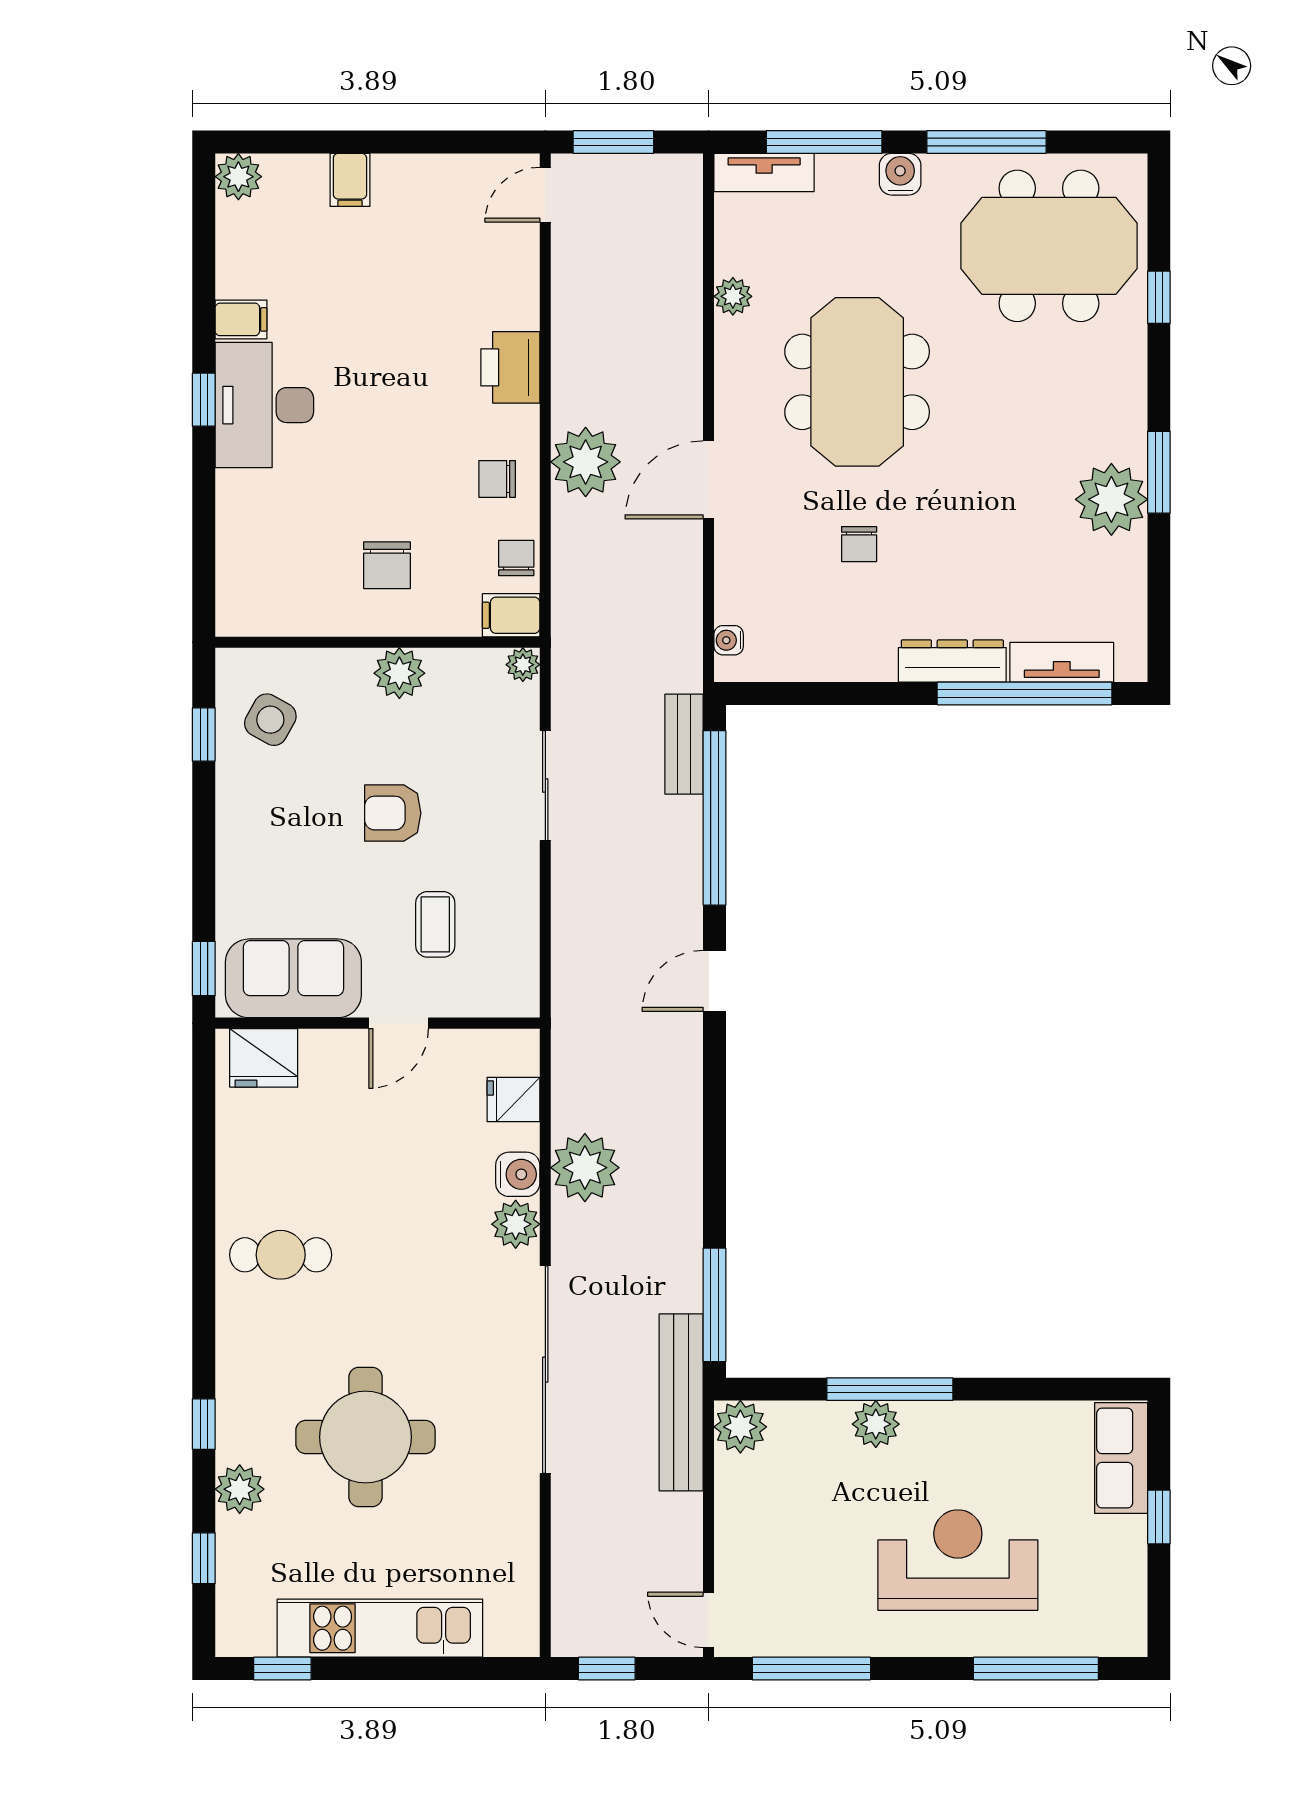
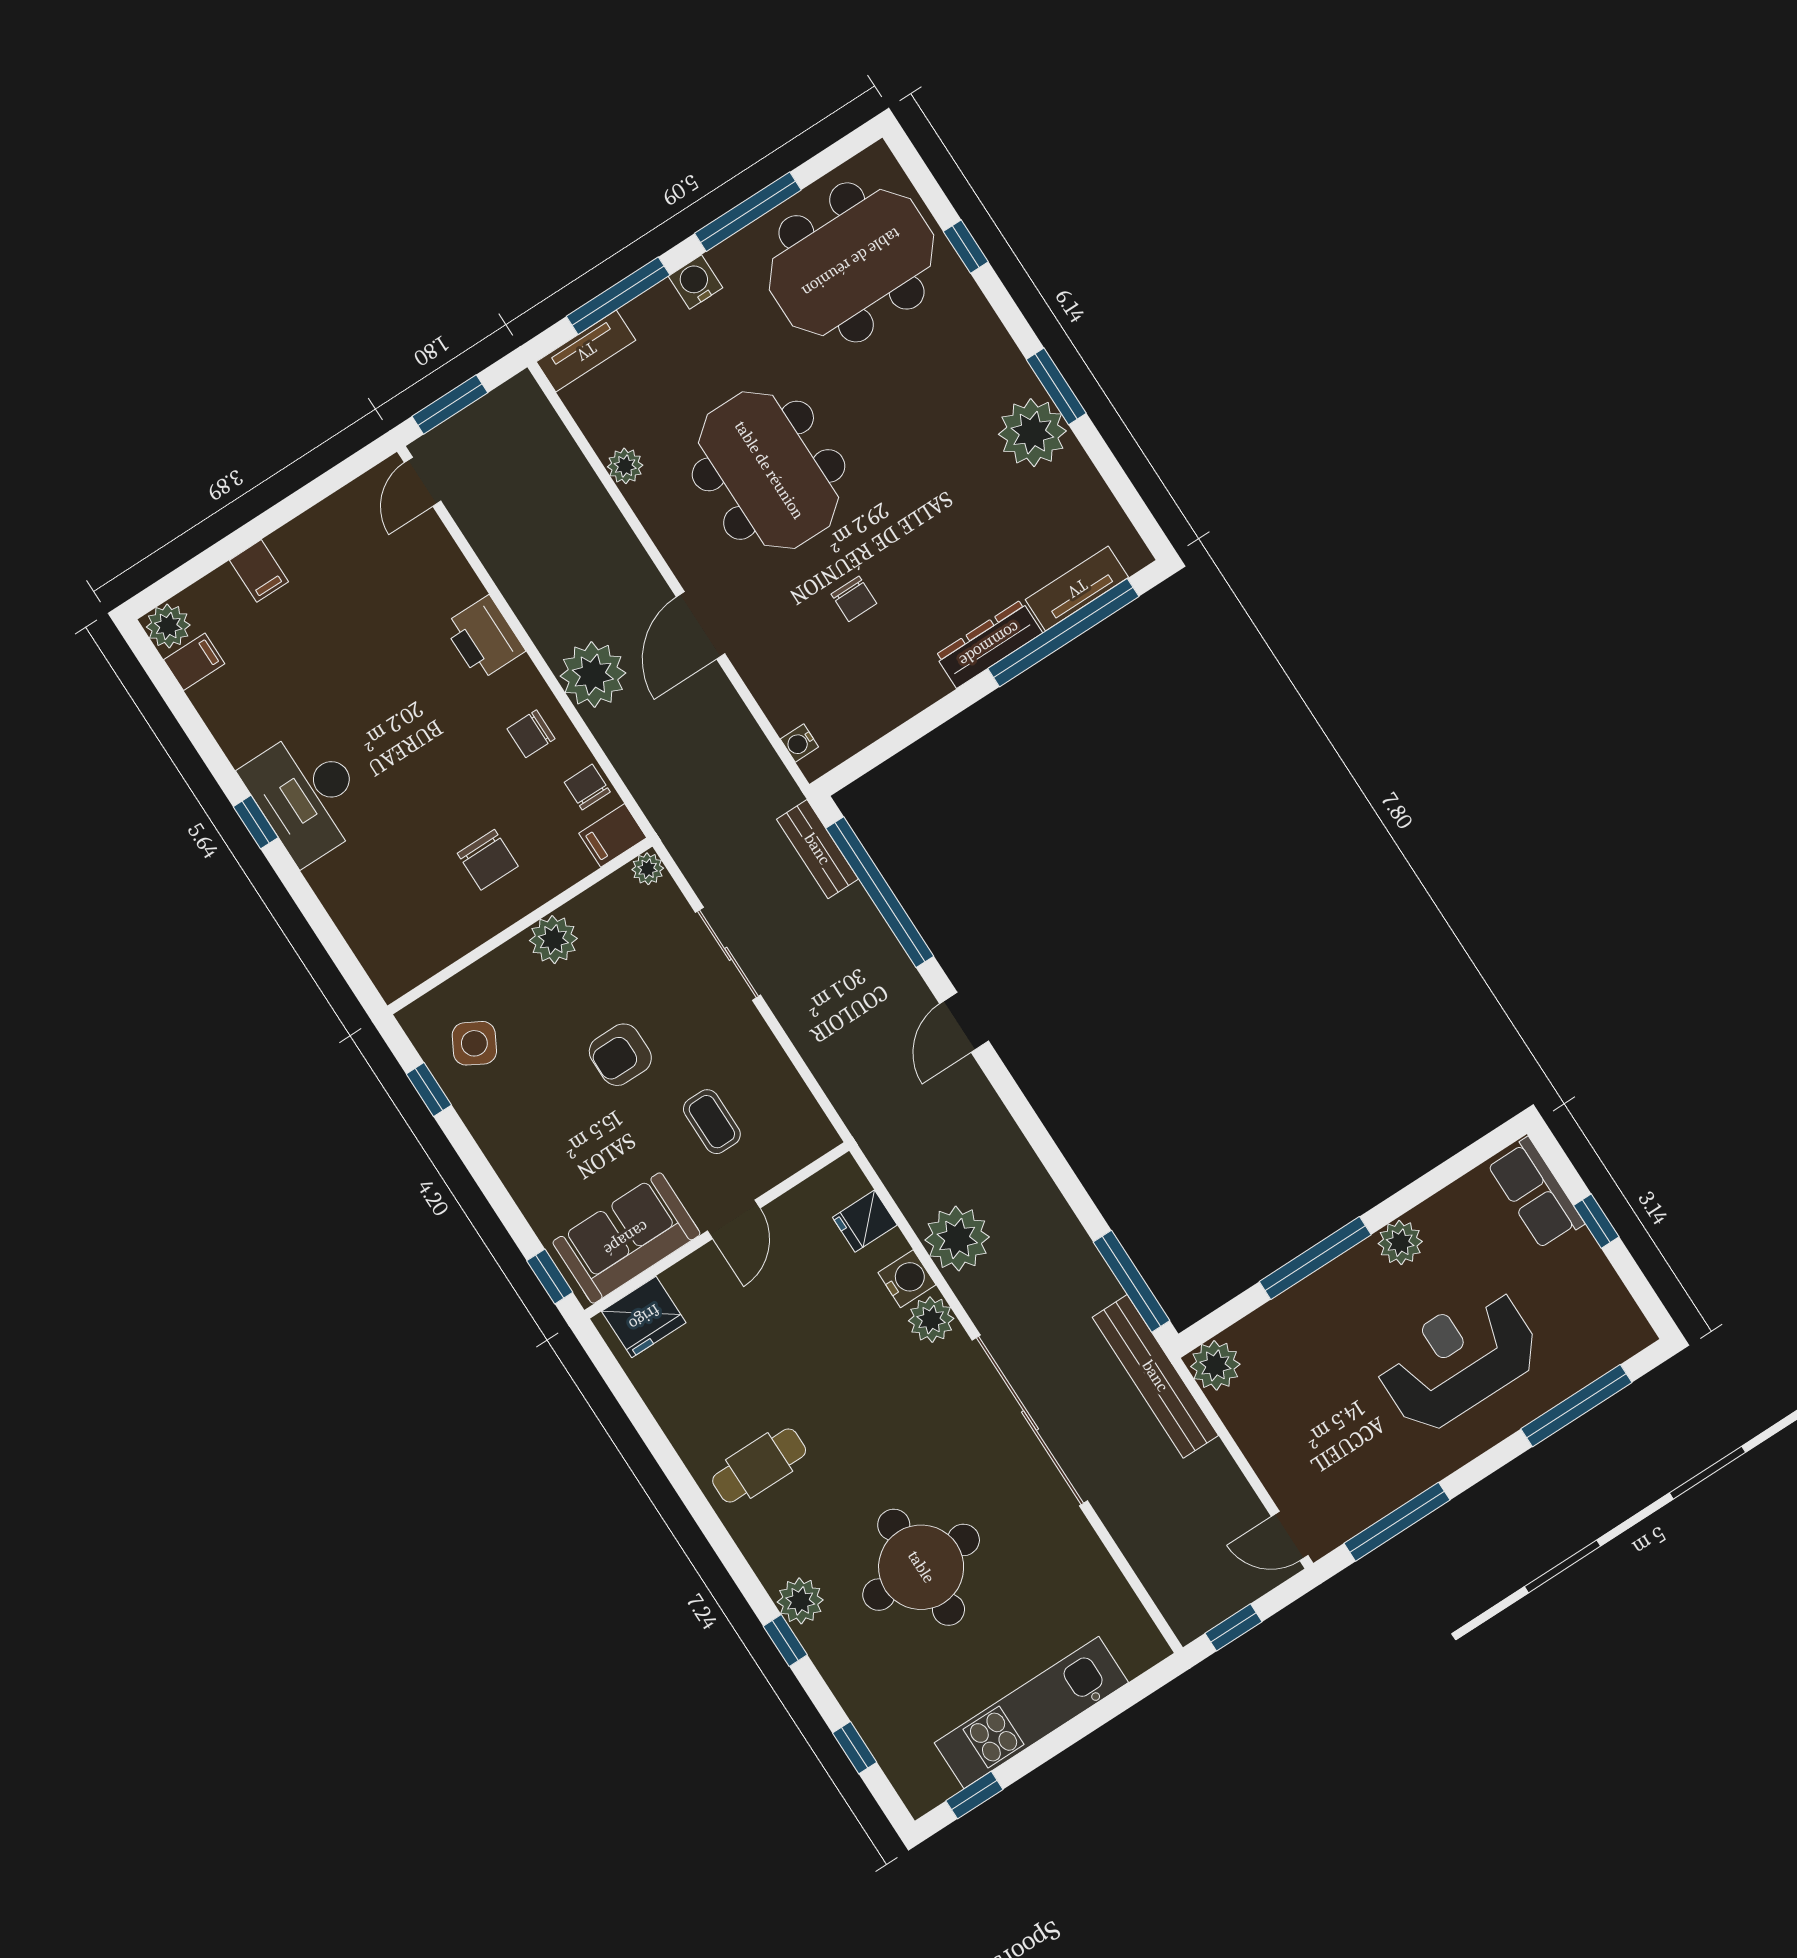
filing cabinet: (241, 319) -> (194, 662), moved
plant: (876, 1424) -> (1400, 1243), moved
plant: (240, 1489) -> (800, 1601), moved

